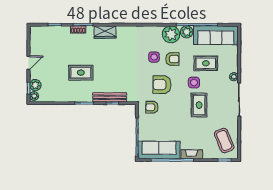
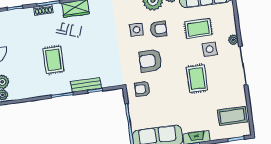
rug: (81, 73) -> (53, 60), turned 90
side table: (194, 83) -> (210, 49), moved
bench: (110, 97) -> (86, 85), width x0.73
coffee table: (224, 140) -> (232, 116), turned -67

